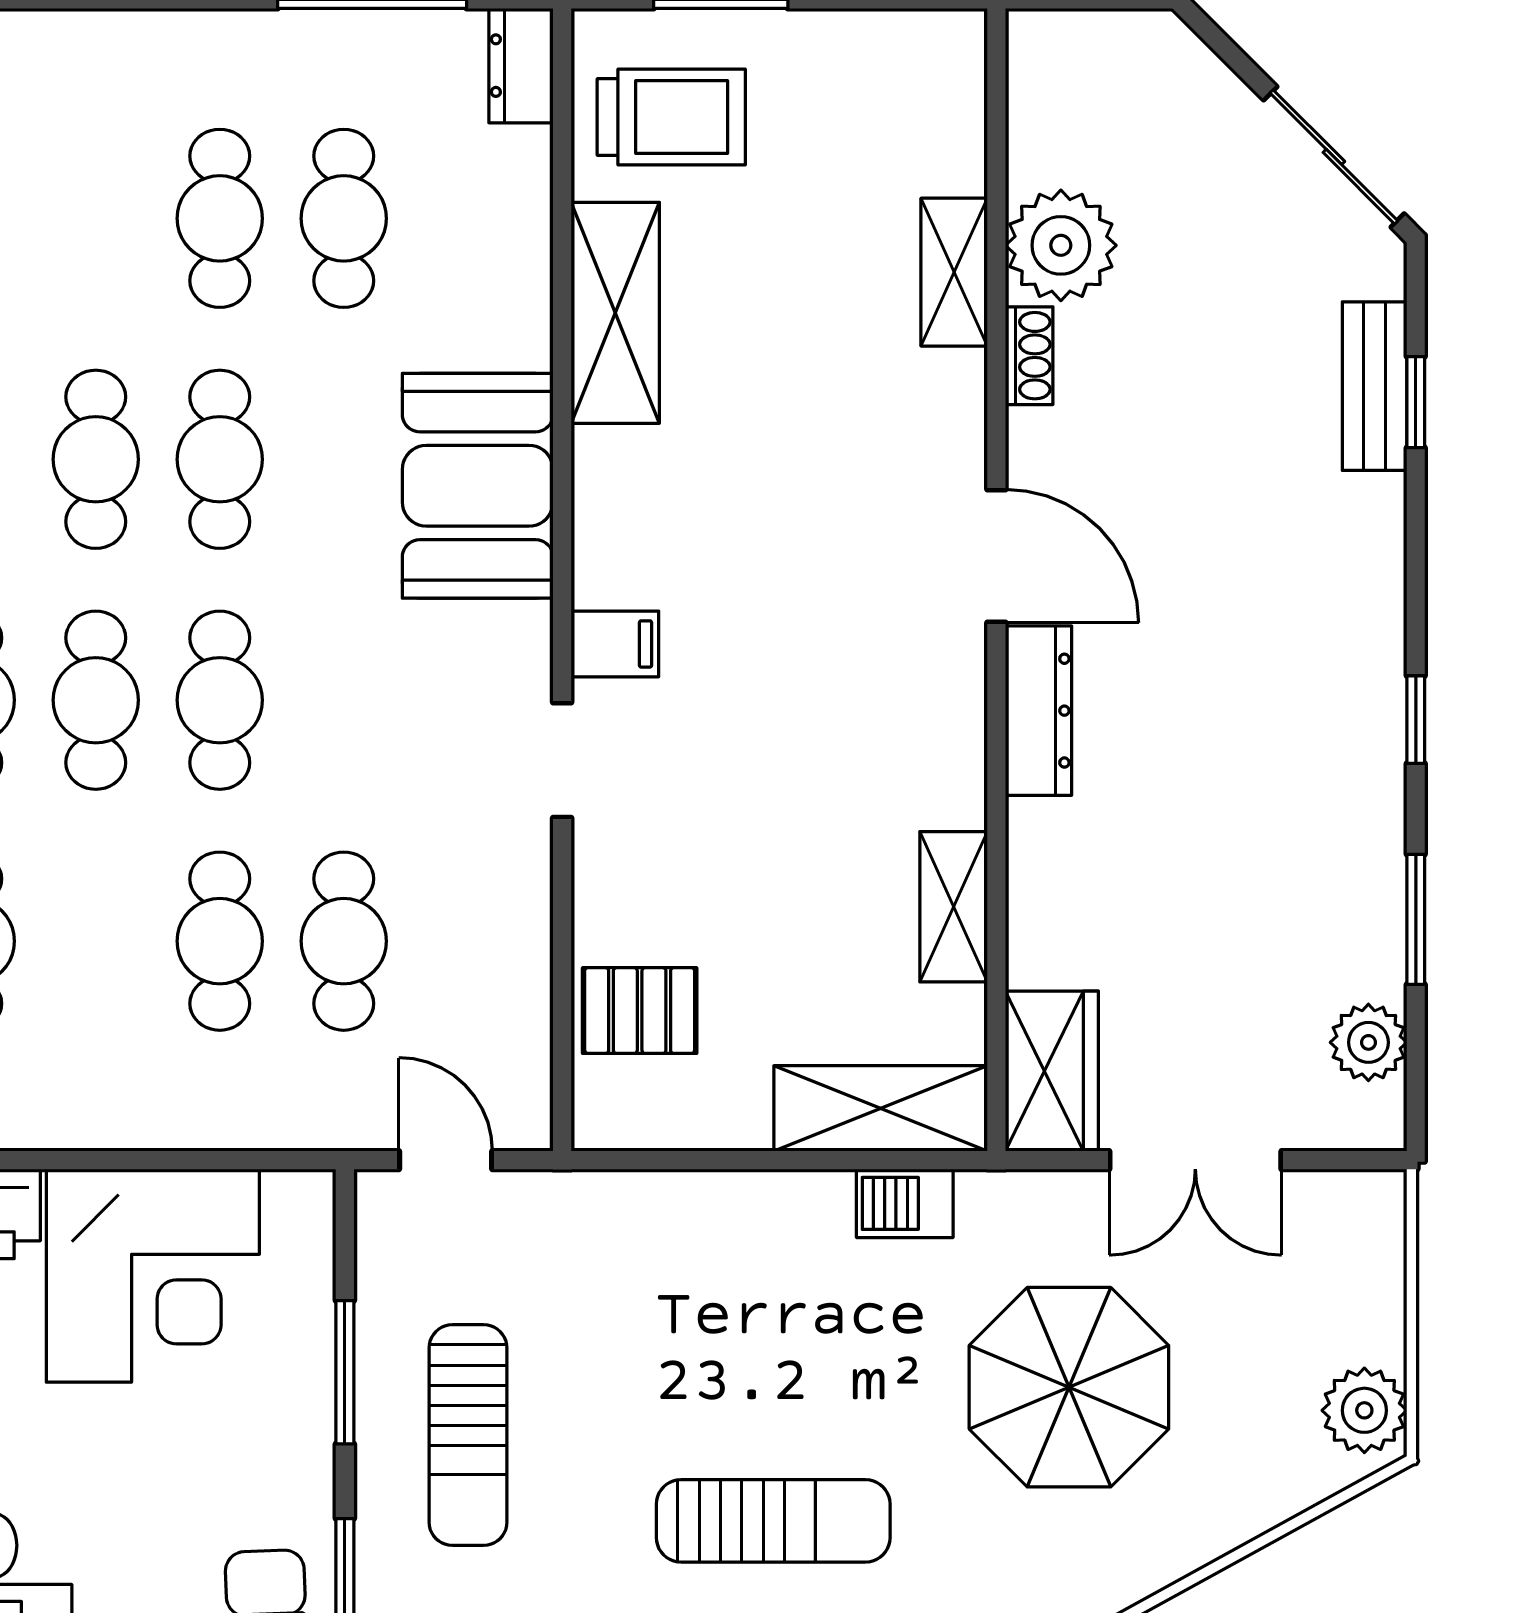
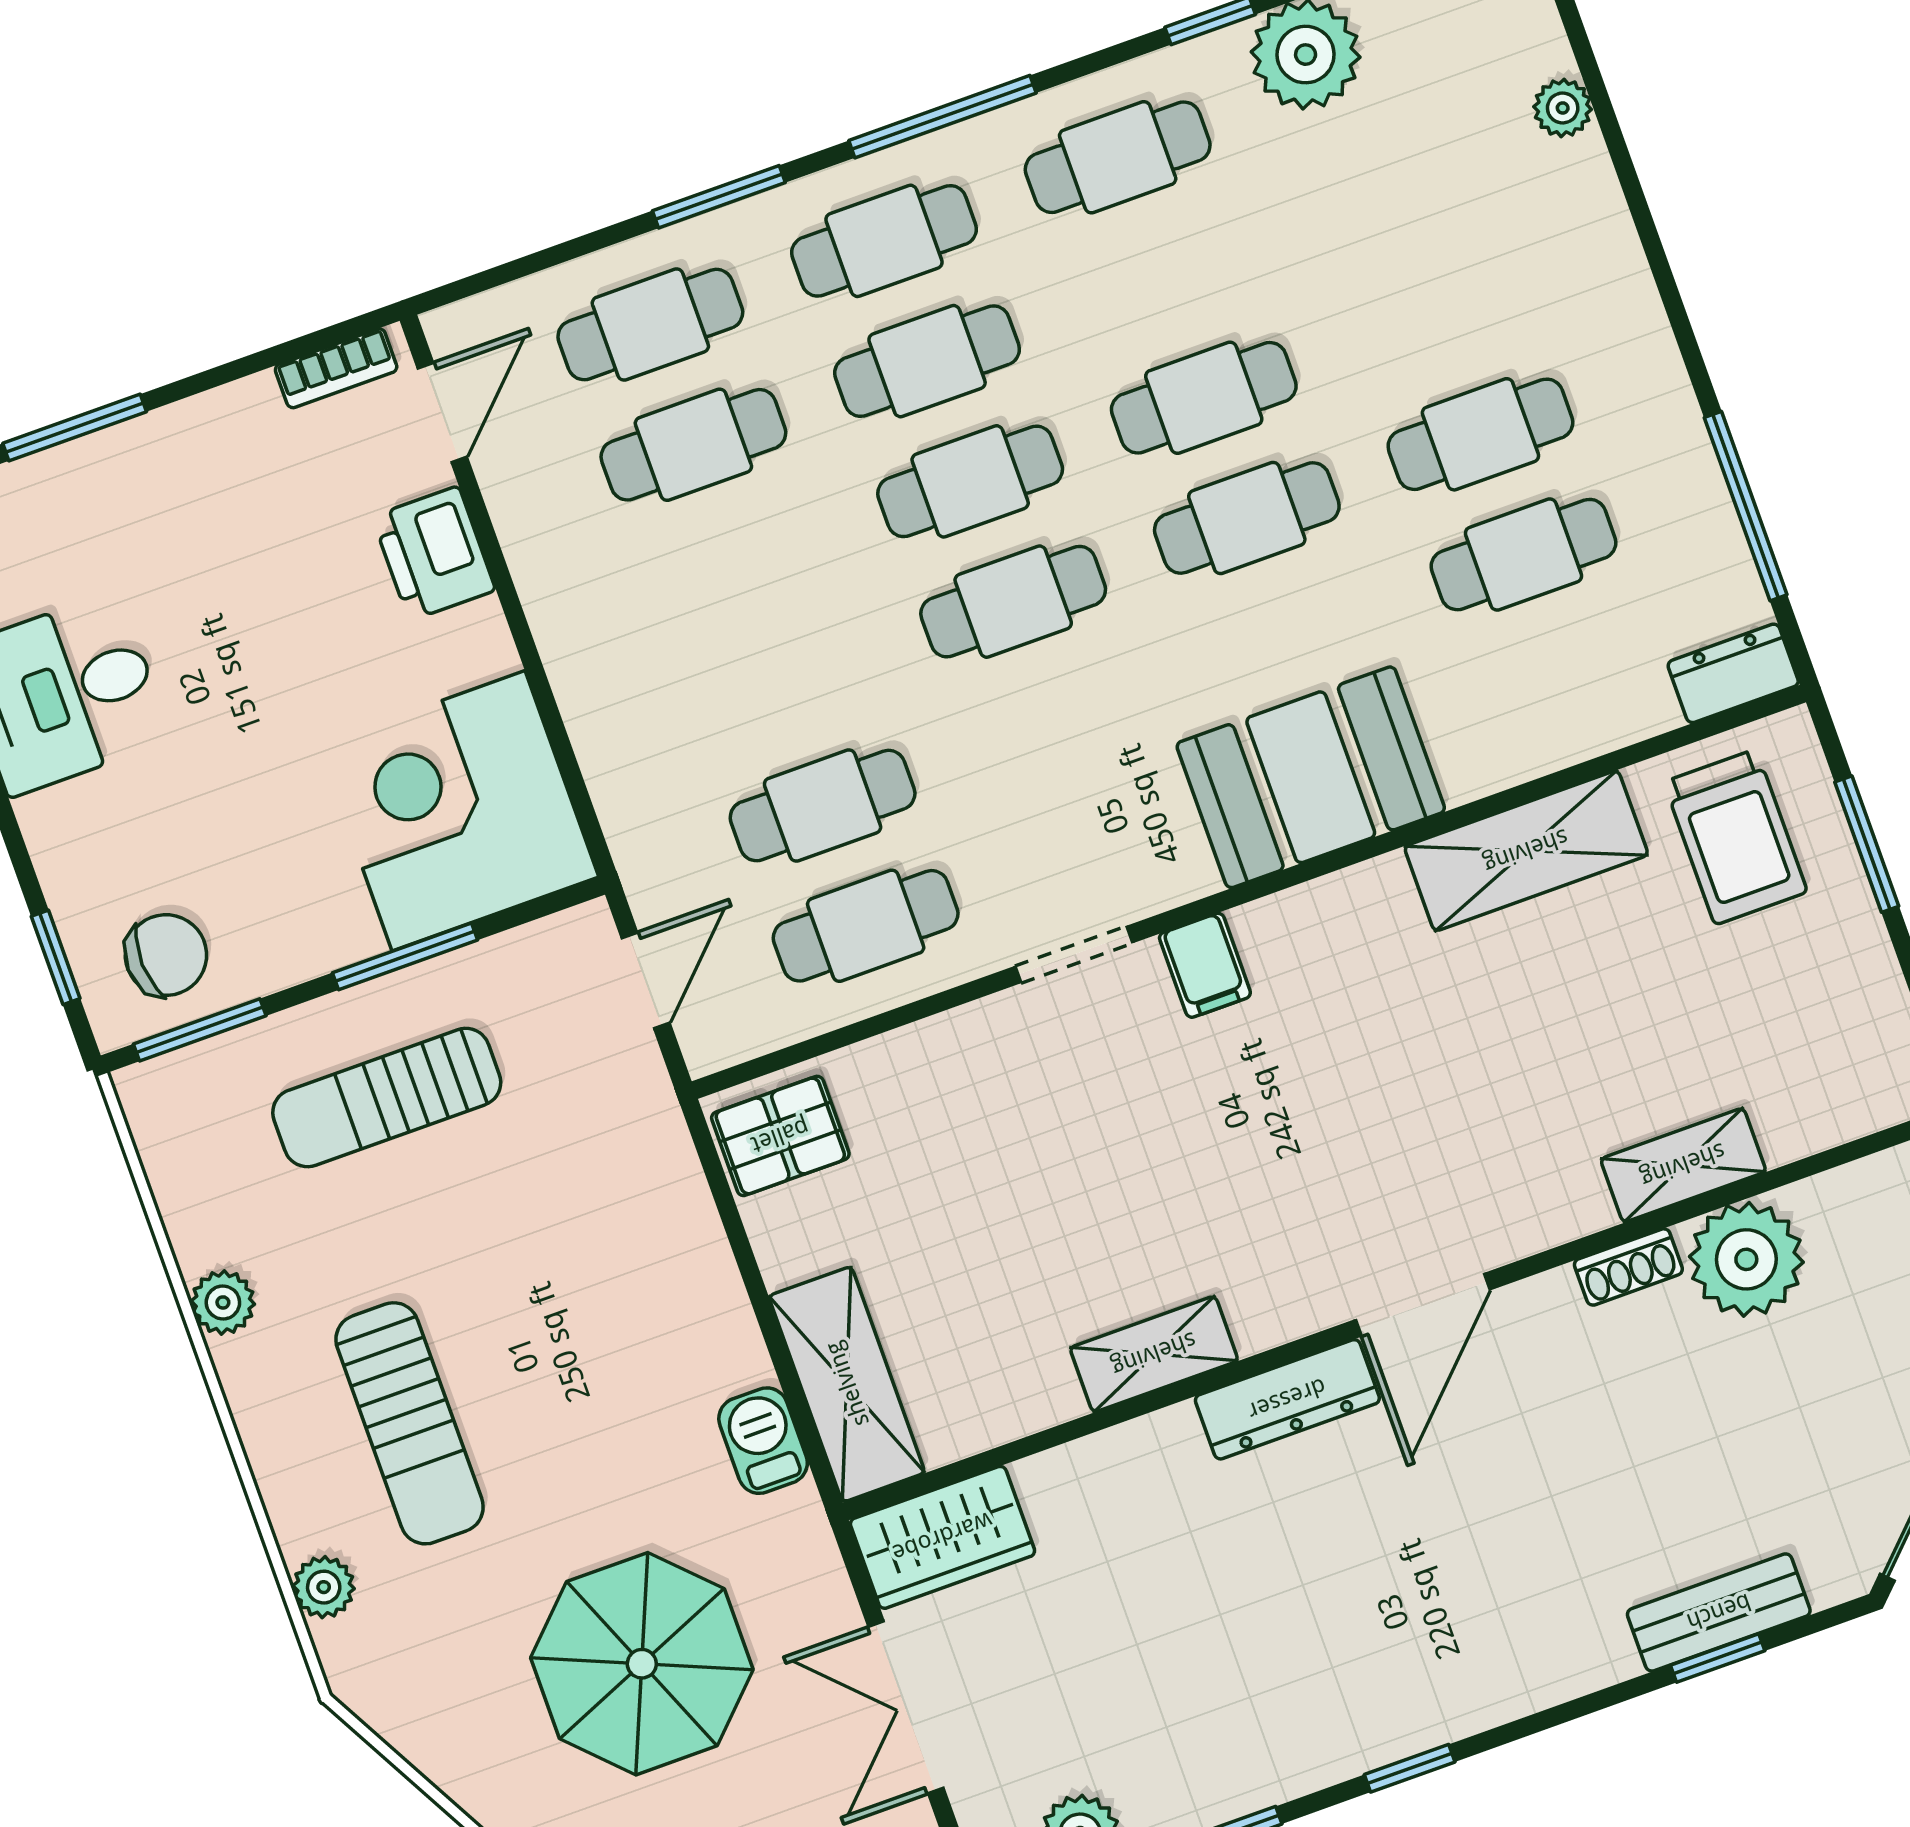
shelving: (954, 907) -> (1154, 1354), moved
cafe table: (220, 941) -> (866, 926), moved
pallet: (640, 1011) -> (780, 1136), moved, turned 90
corner desk: (153, 1276) -> (458, 811), moved, turned 90

